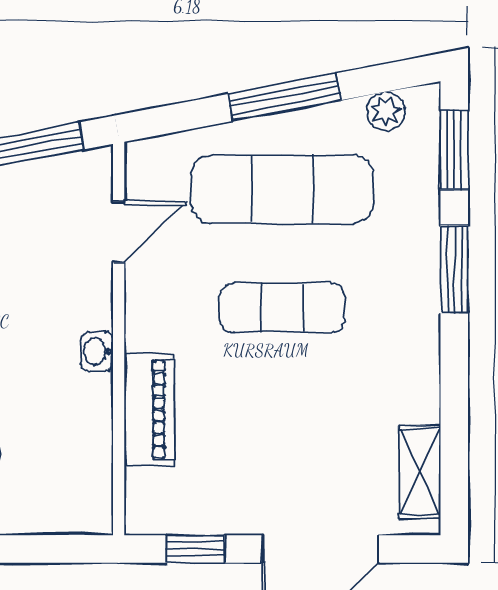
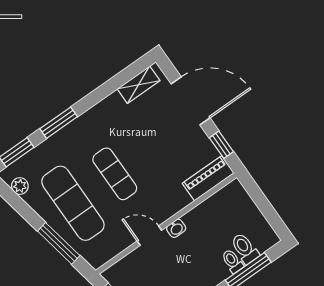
window: (284, 97) -> (59, 243), moved
door: (119, 232) -> (149, 236), moved
piano: (149, 409) -> (208, 178), moved

